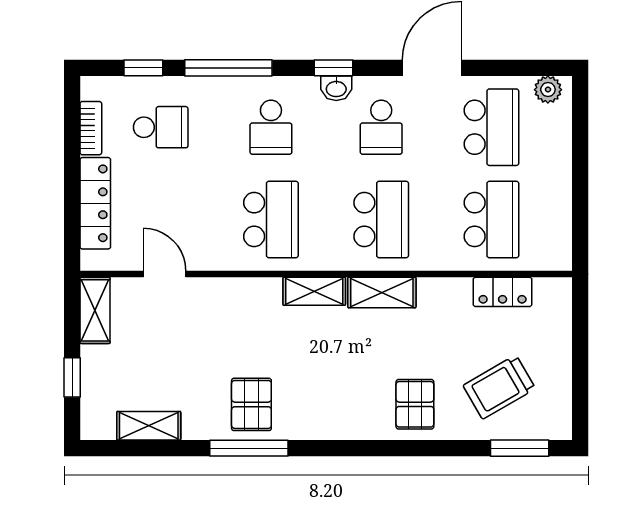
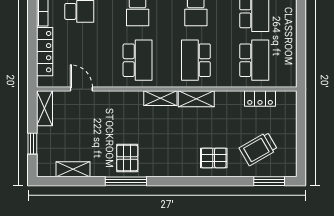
school desk: (381, 220) -> (196, 60), turned 180
pallet: (415, 404) -> (214, 158), turned 90

